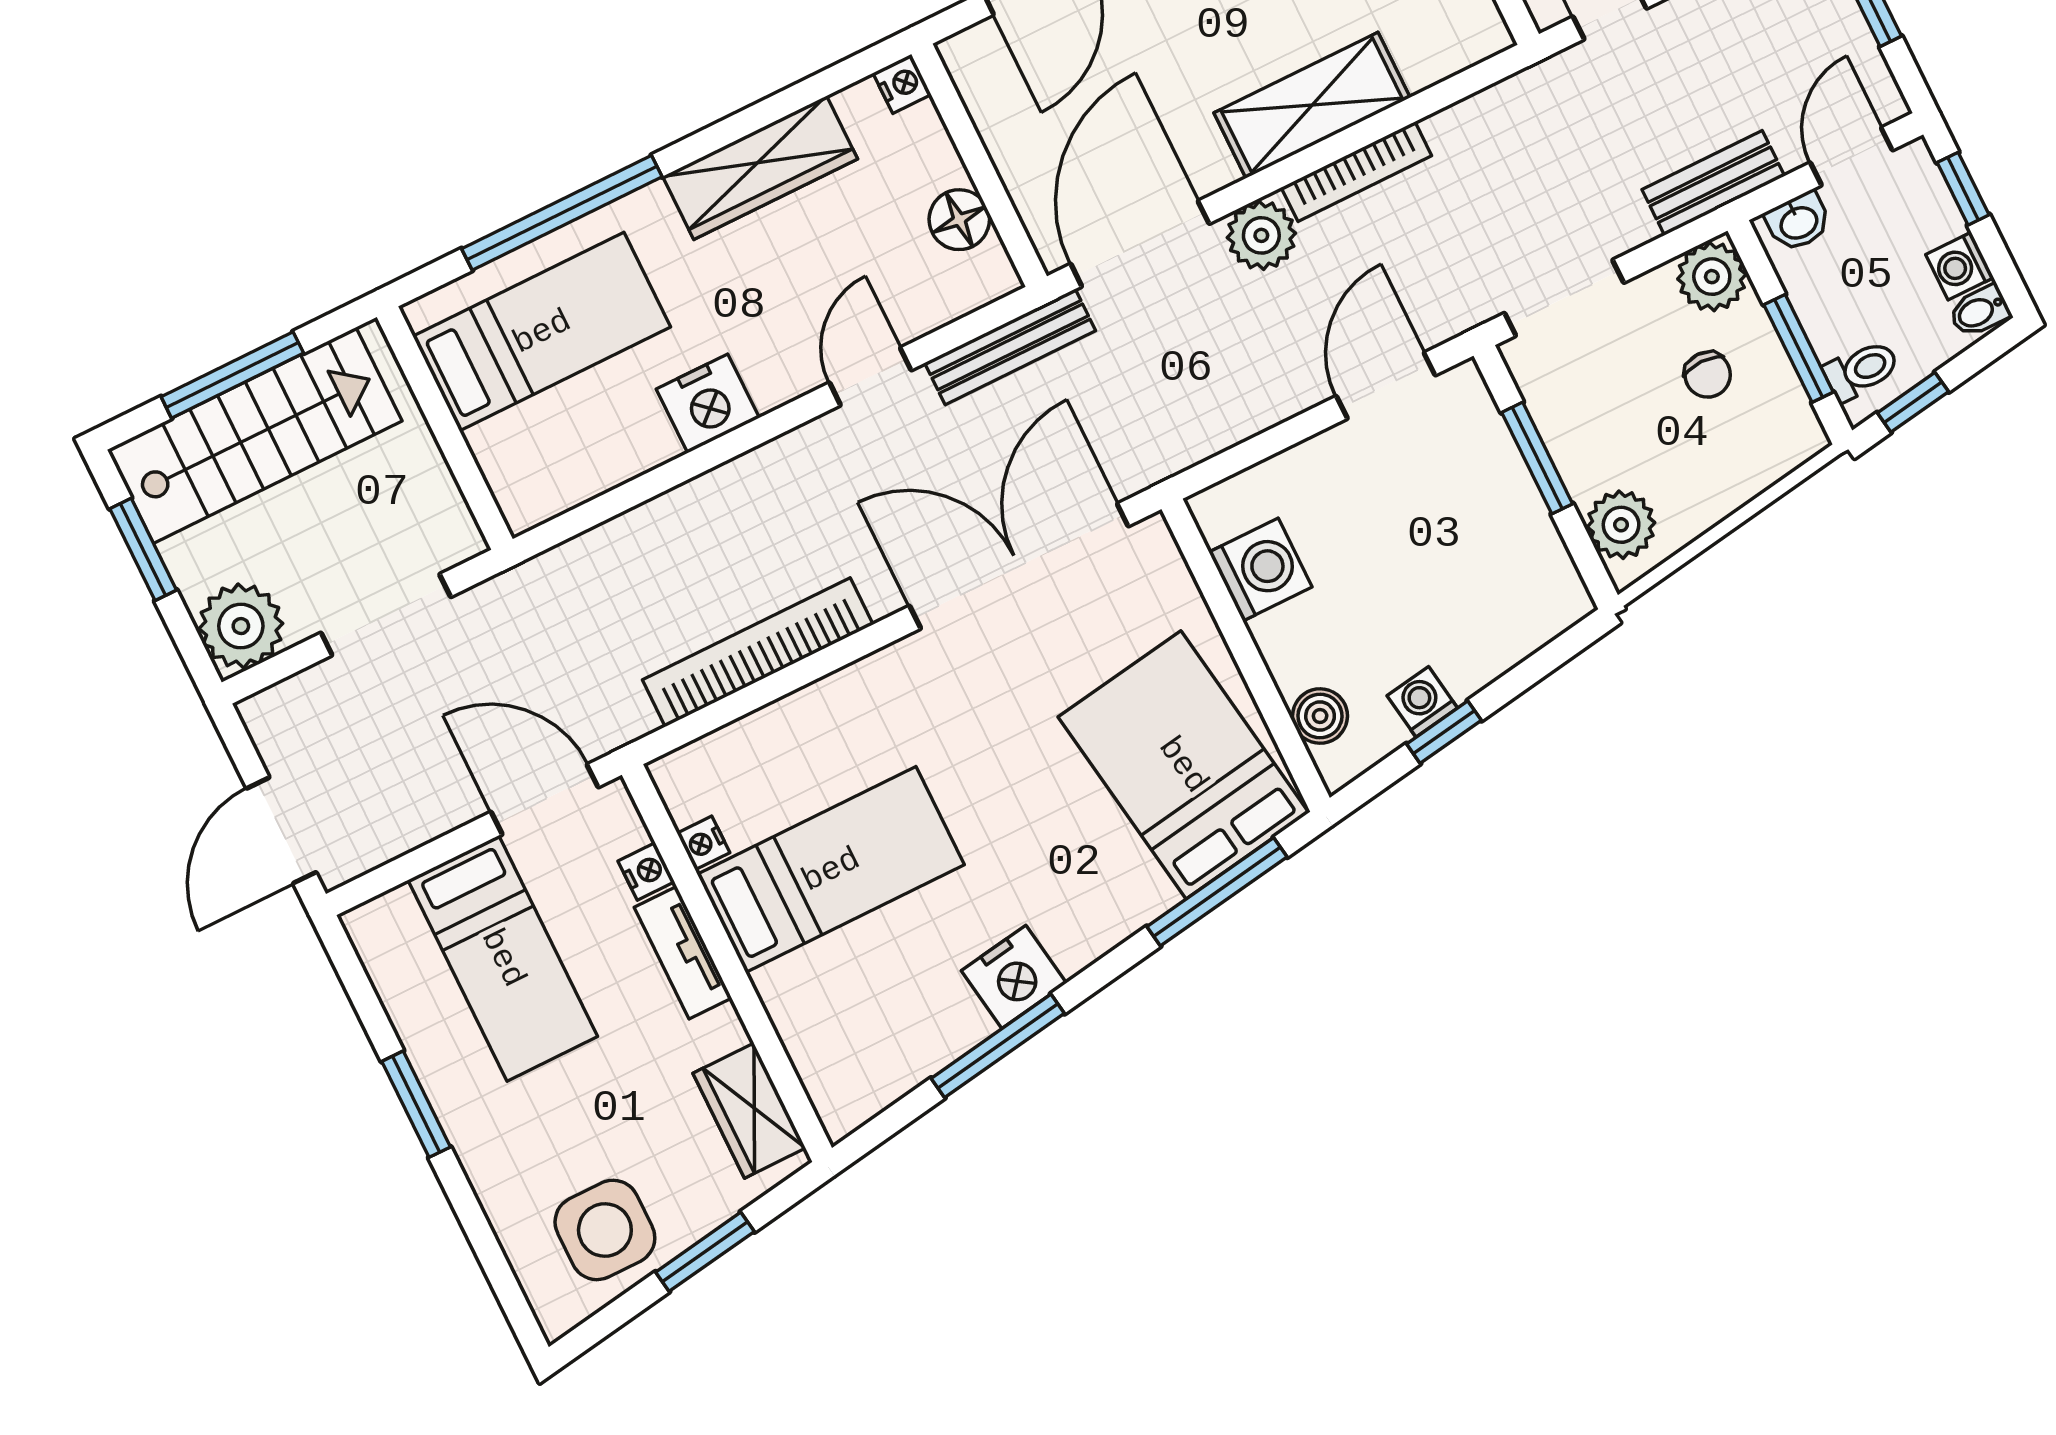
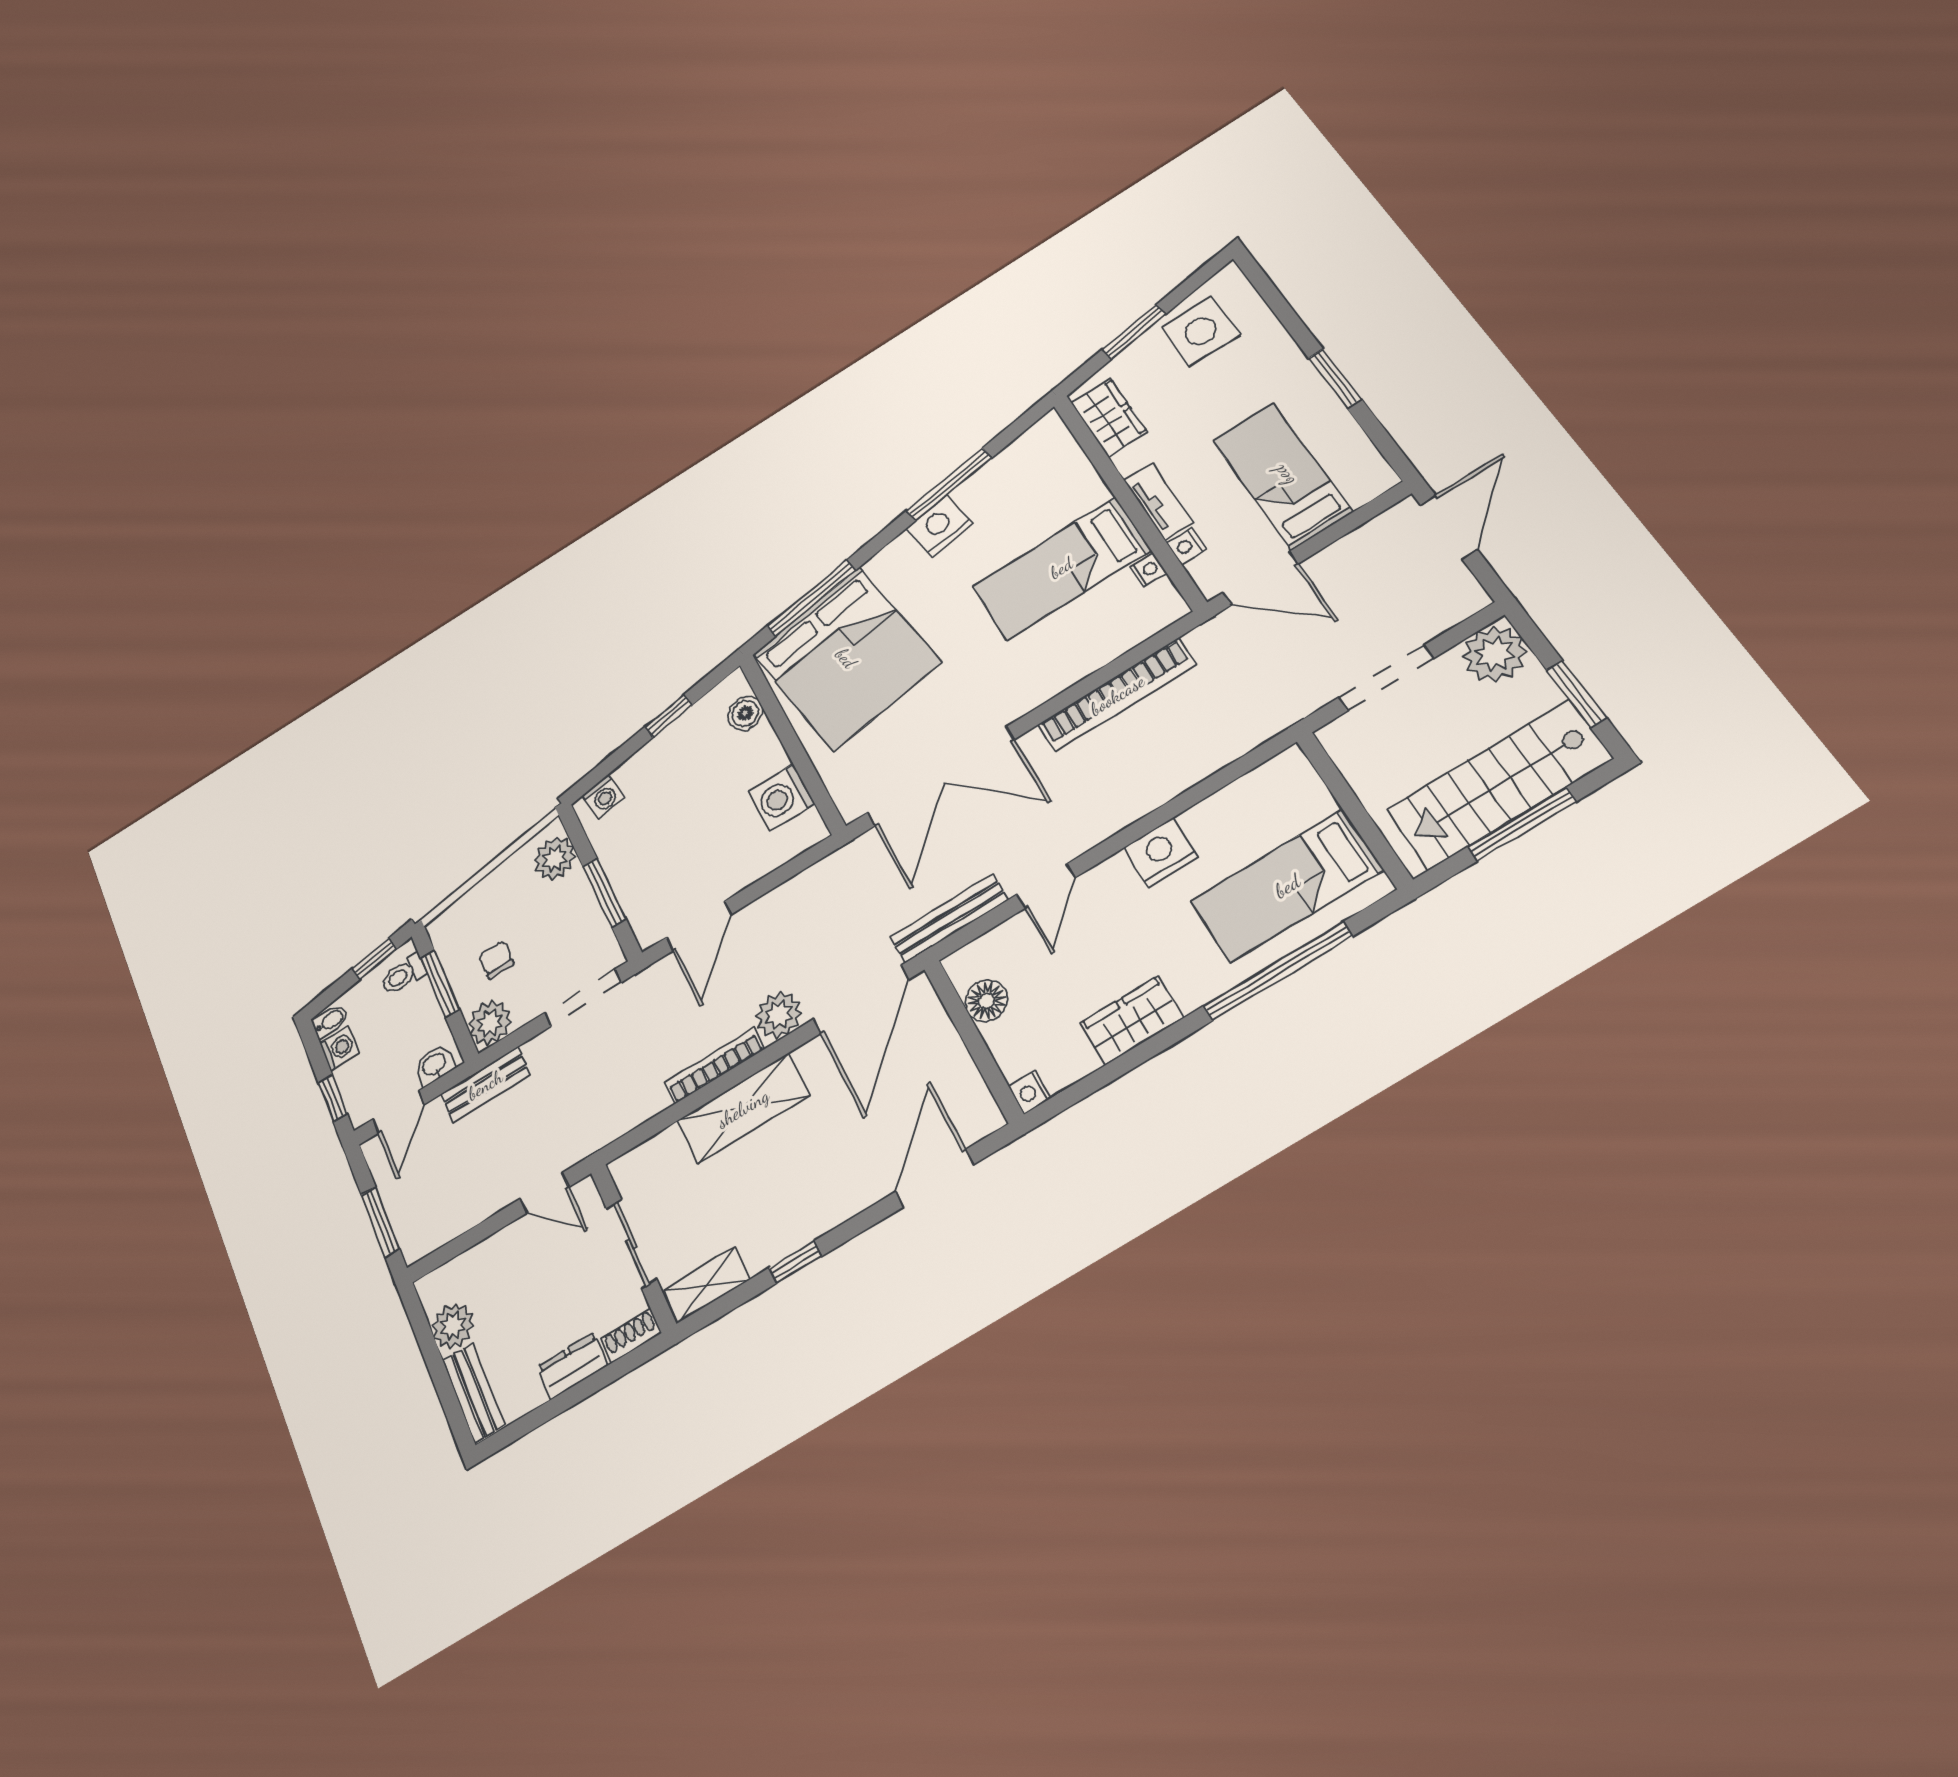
wardrobe: (760, 168) -> (1131, 1021), width x0.67
washing machine: (1422, 702) -> (603, 796), moved
bed: (1183, 765) -> (846, 658), width x1.36

